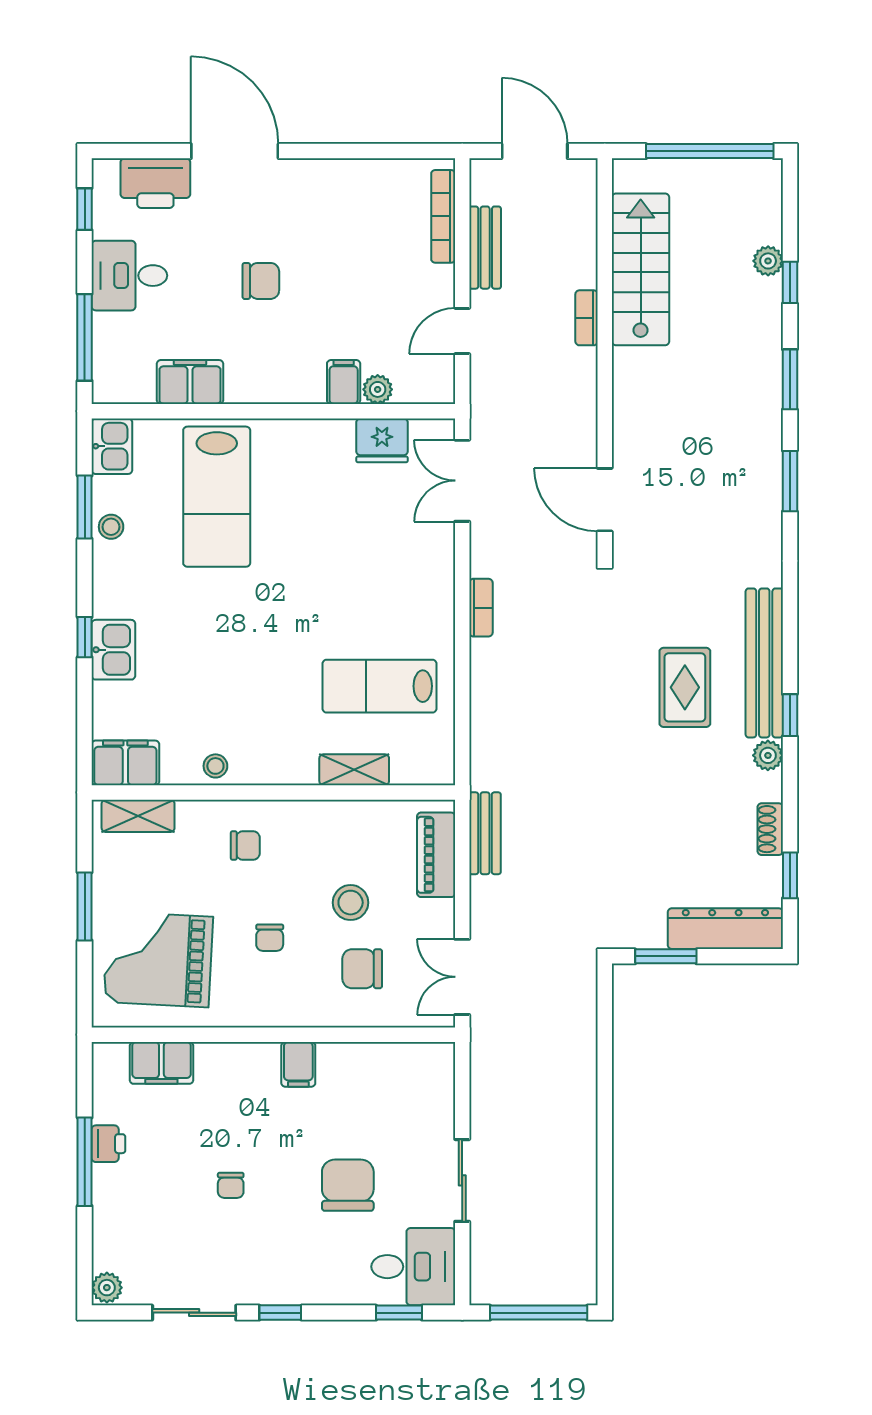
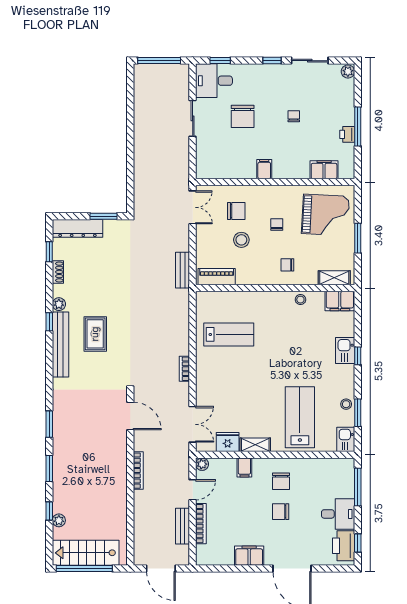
printer: (155, 183) -> (344, 546), moved, turned -90
bookcase: (443, 216) -> (201, 524), moved
stairs: (641, 269) -> (86, 553), moved, turned 90
bookcase: (587, 318) -> (138, 471), moved, width x1.56
chair: (260, 350) -> (281, 481), added
filing cabinet: (190, 382) -> (249, 556), moved, turned 180
plant: (378, 389) -> (202, 464), moved
shelving: (354, 770) -> (255, 445), moved
piano: (436, 855) -> (217, 277), moved, turned -90

